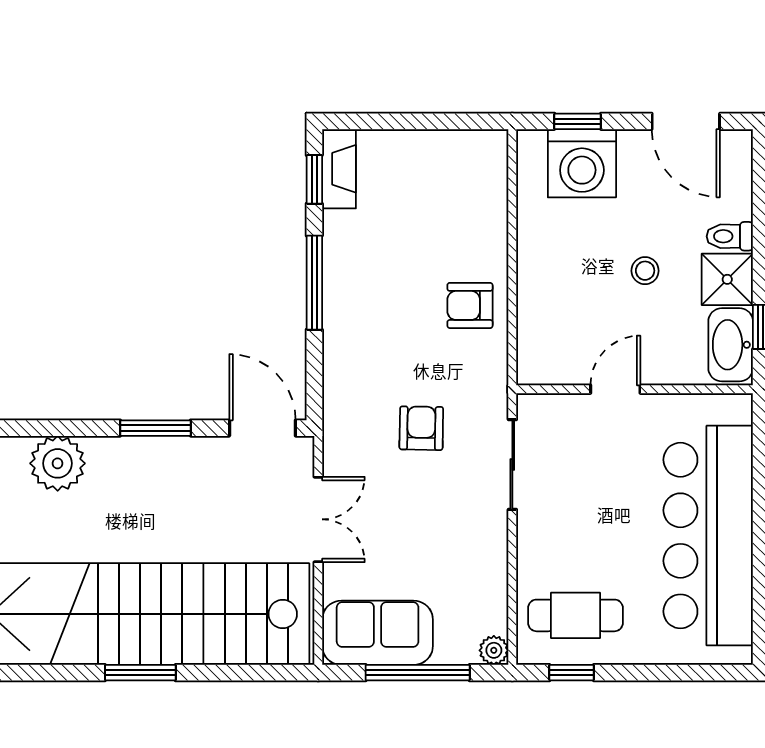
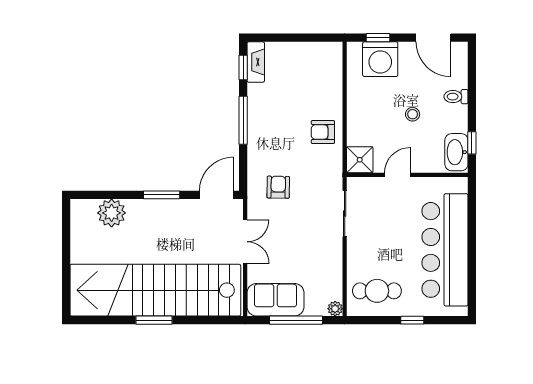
shower: (727, 279) -> (360, 160), moved
door: (262, 428) -> (217, 195), hinge flipped
armchair: (421, 428) -> (278, 187), moved
window: (572, 673) -> (412, 320), moved

